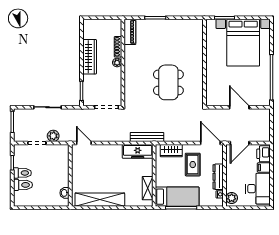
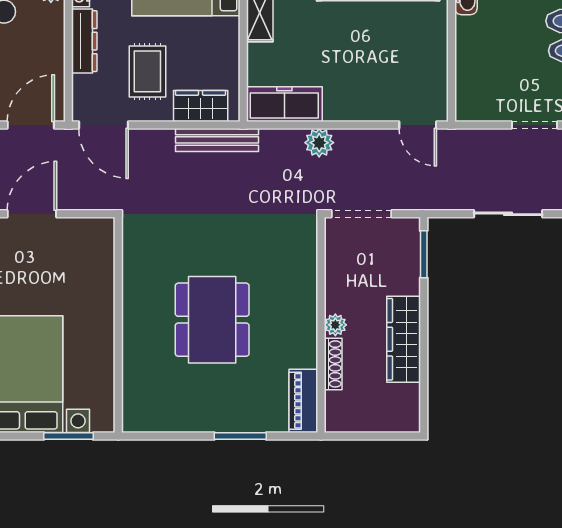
dining table: (168, 82) -> (212, 320), moved
door: (239, 107) -> (32, 214), swing flipped
plant: (53, 136) -> (319, 143), moved
bench: (147, 137) -> (217, 140), moved

